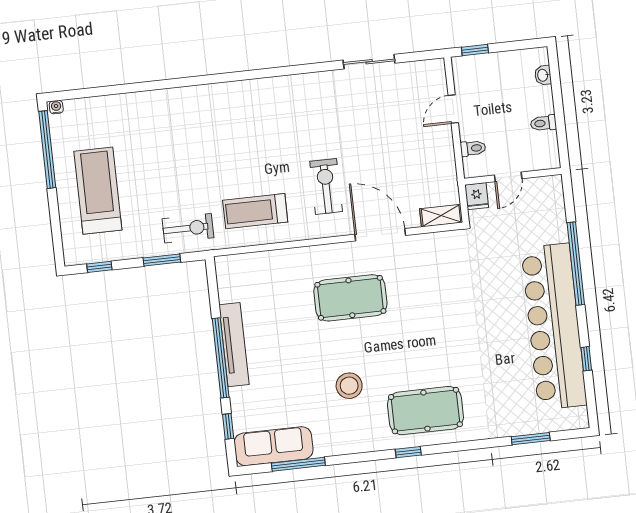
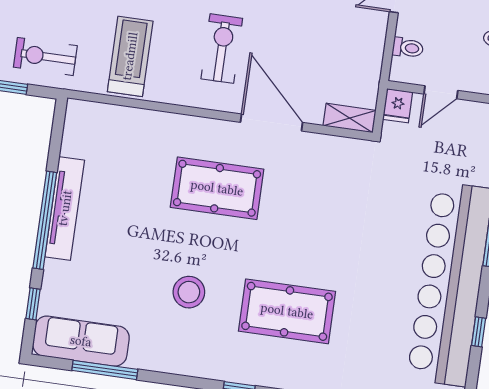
treadmill: (255, 211) -> (130, 56), turned 90
exercise bike: (188, 228) -> (45, 56), turned 180
pool table: (425, 411) -> (287, 311), moved

